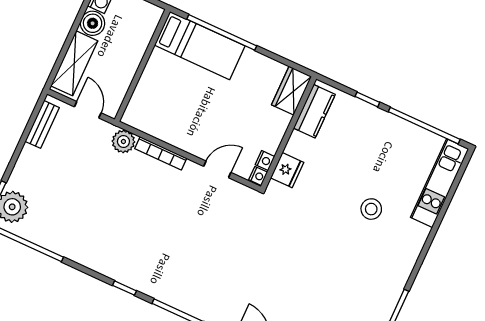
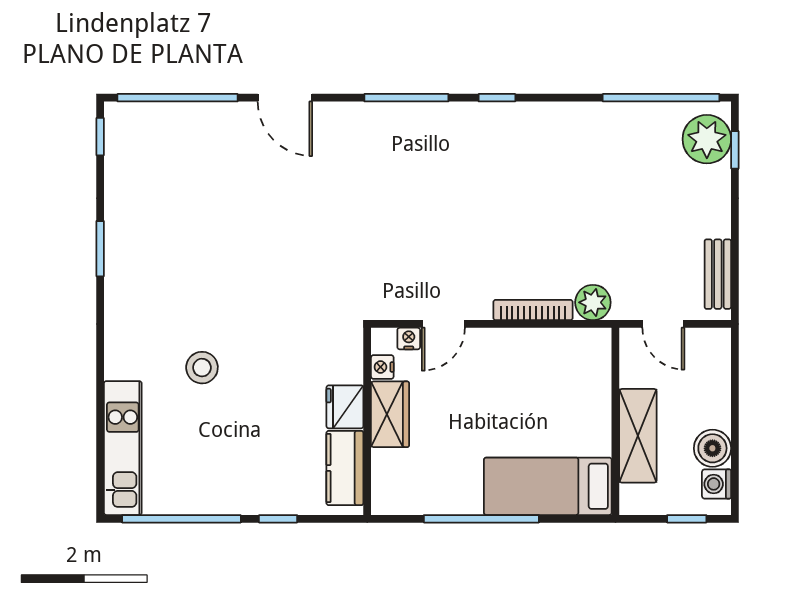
window: (222, 32) -> (481, 519), moved
shelving: (74, 63) -> (638, 436), moved
wardrobe: (292, 91) -> (390, 414), moved
fridge: (287, 170) -> (345, 407), moved
nightstand: (258, 176) -> (409, 339), moved, turned 90

